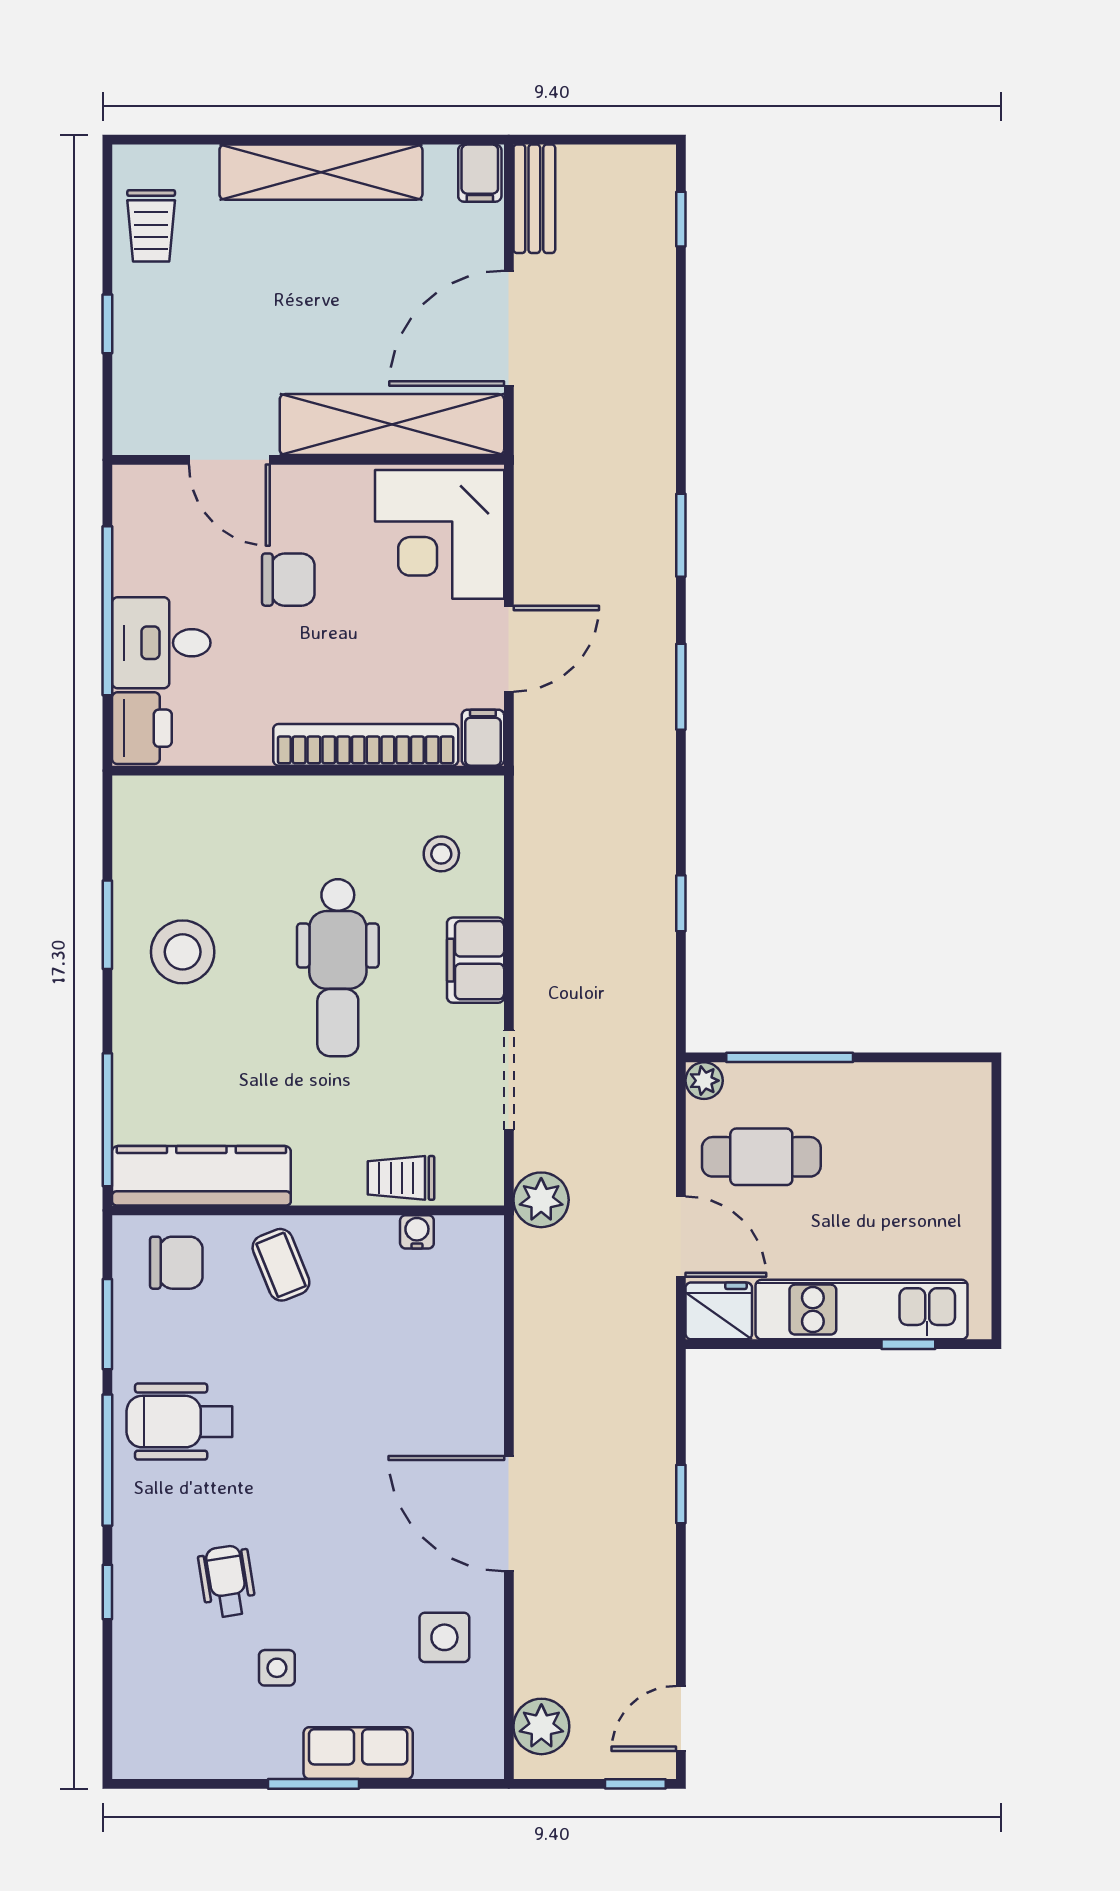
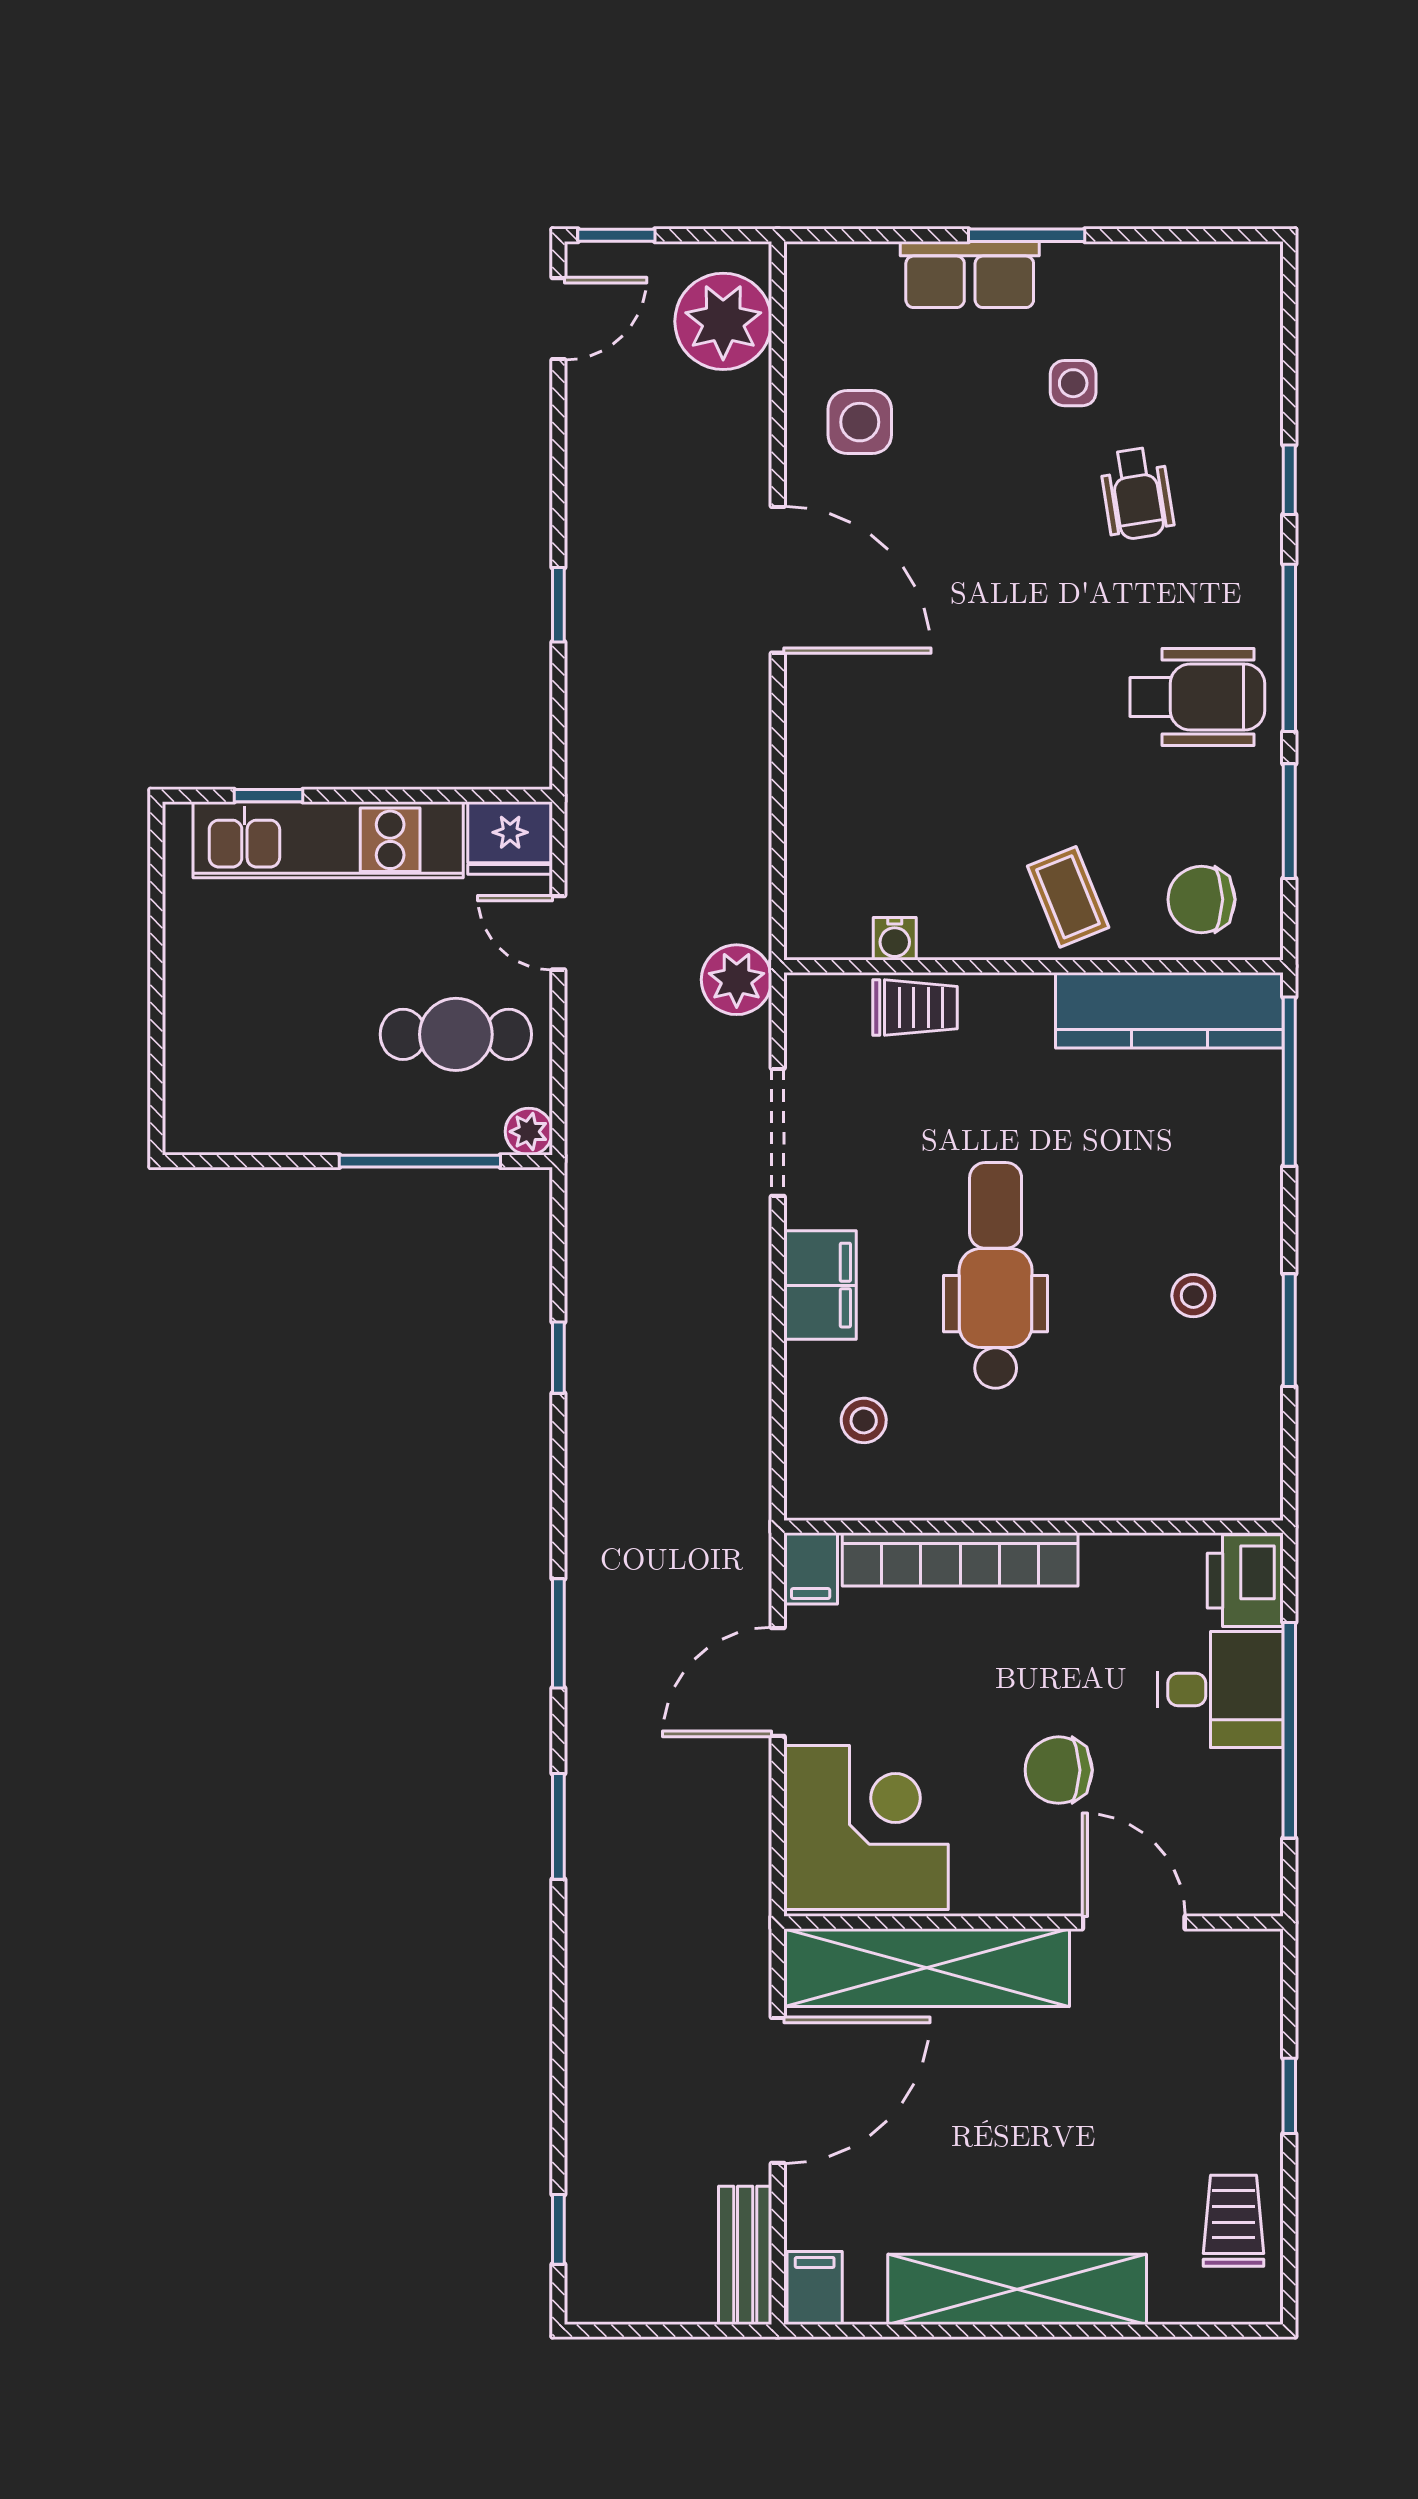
stool: (183, 952) -> (1193, 1296), width x0.53, depth x0.53
door: (681, 1237) -> (558, 933), width x0.73
plant: (541, 1726) -> (723, 321), width x1.36, depth x1.36

